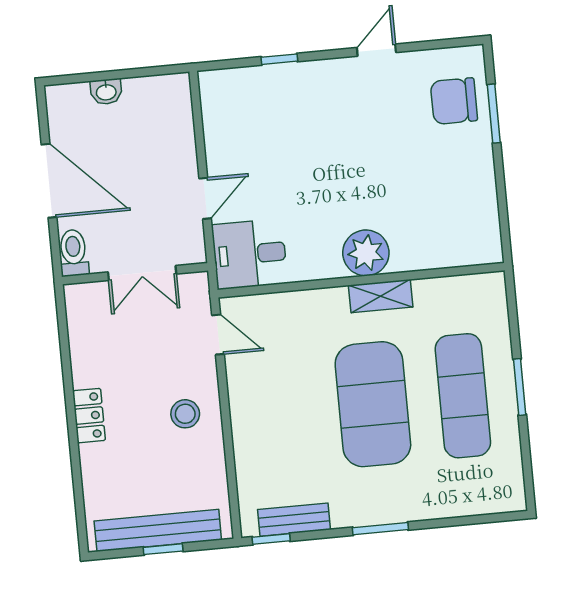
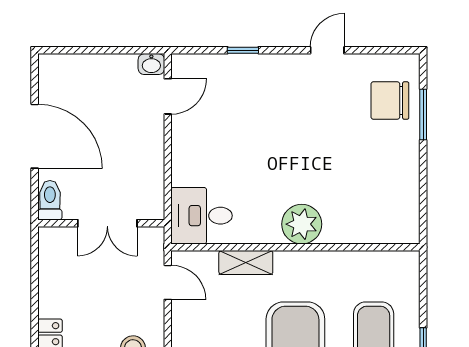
washbasin: (106, 92) -> (151, 64), moved
door: (205, 198) -> (168, 96), moved
shelving: (381, 296) -> (246, 262), moved

